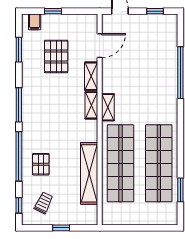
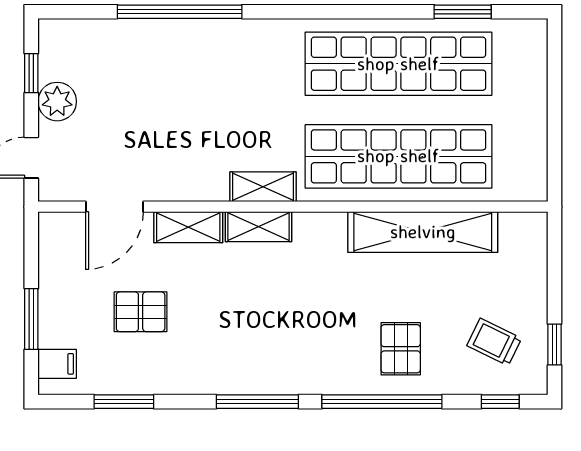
window: (53, 11) -> (31, 319), width x1.50
plant: (143, 22) -> (57, 102), added
door: (100, 46) -> (114, 207), swing flipped
pallet: (56, 56) -> (141, 312), width x0.67, depth x0.71
pallet: (41, 164) -> (401, 349), turned 90
window: (61, 228) -> (554, 344), moved

